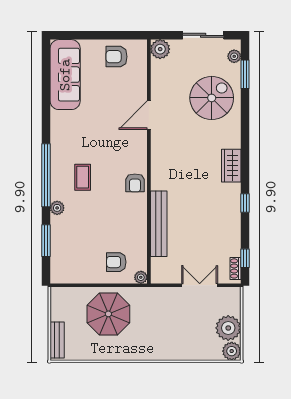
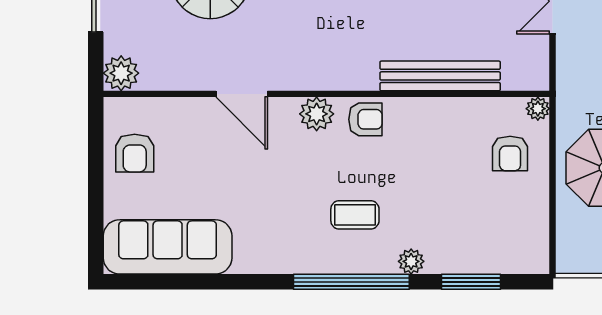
plant: (138, 156) -> (317, 114), added

